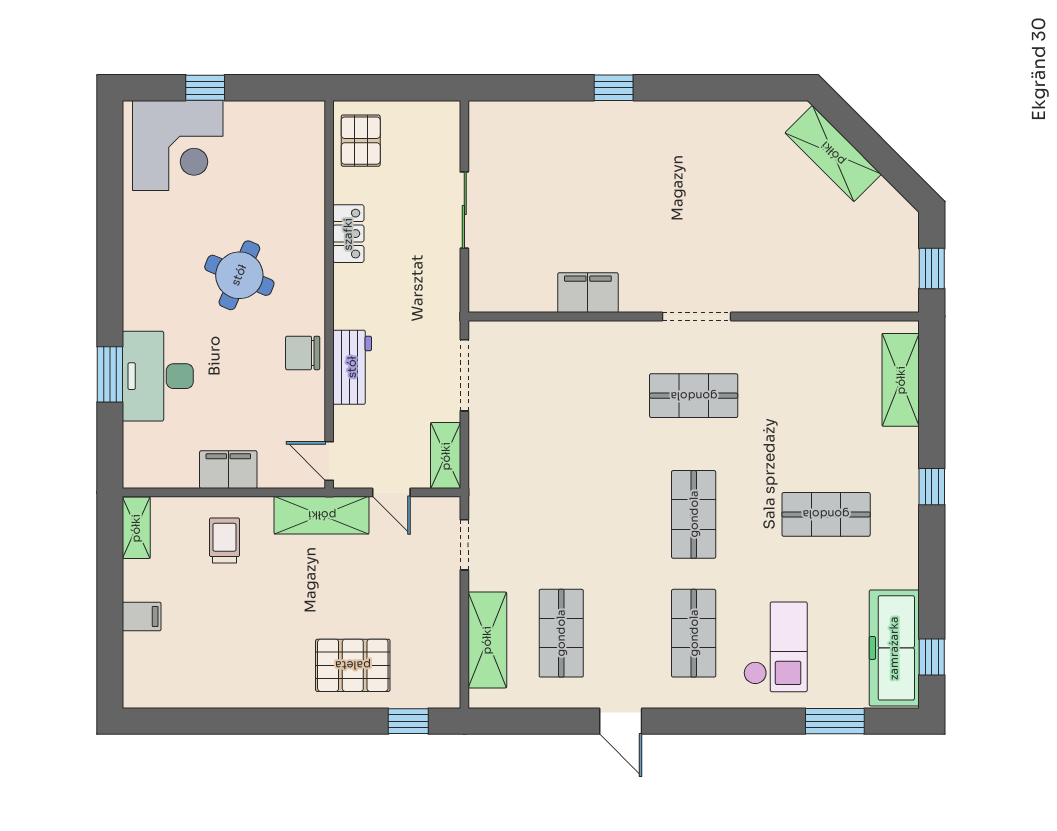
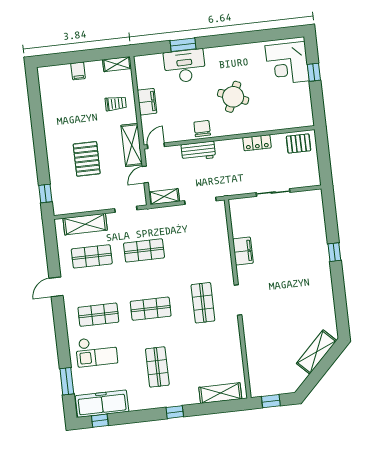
shop shelf: (561, 514) -> (144, 250), added
pallet: (353, 665) -> (87, 159), moved

